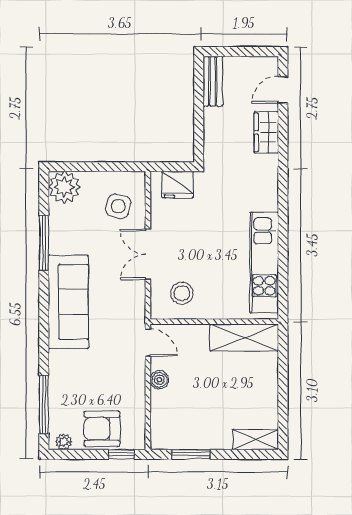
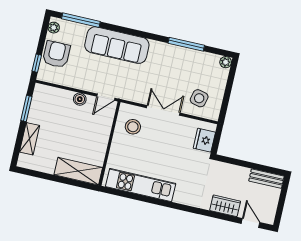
plant: (64, 187) -> (226, 62), width x0.53, depth x0.53
sofa: (68, 302) -> (117, 45), moved
shelving: (244, 338) -> (78, 171), moved, turned 90
shelving: (256, 440) -> (30, 139), moved

